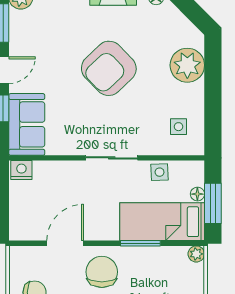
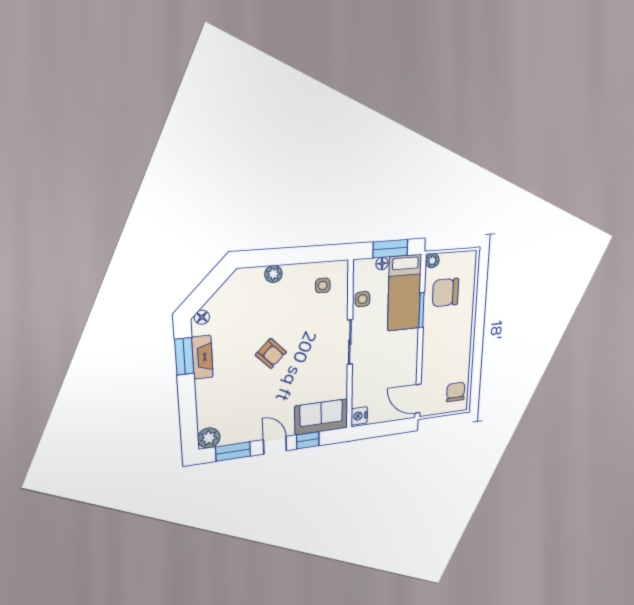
plant: (187, 65) -> (273, 274), width x0.53, depth x0.53
armchair: (109, 68) -> (271, 353), width x0.53, depth x0.53
door: (65, 243) -> (418, 399), moved
chair: (102, 272) -> (446, 293), moved

